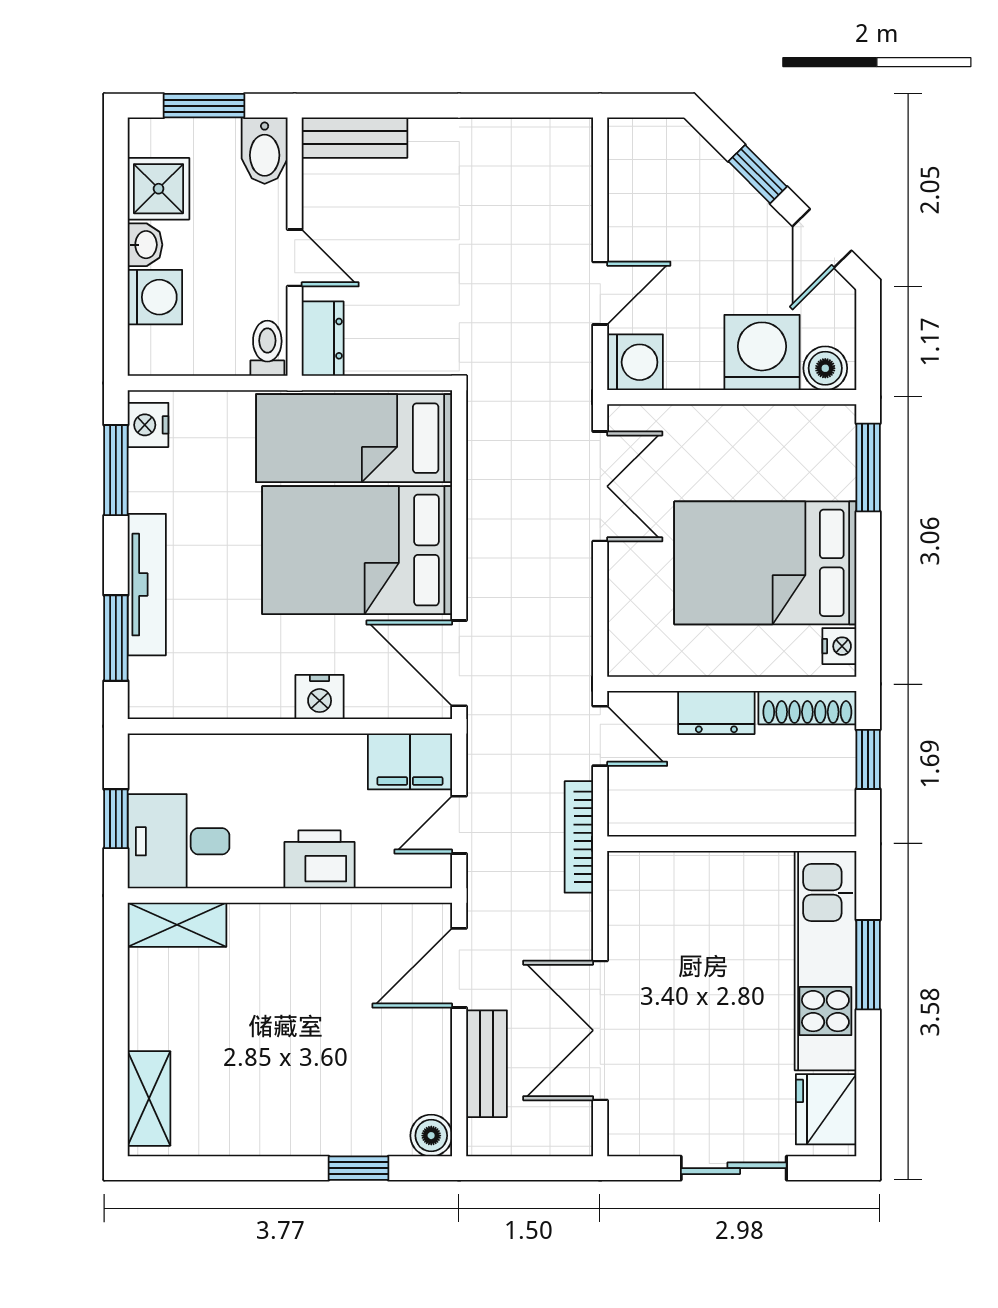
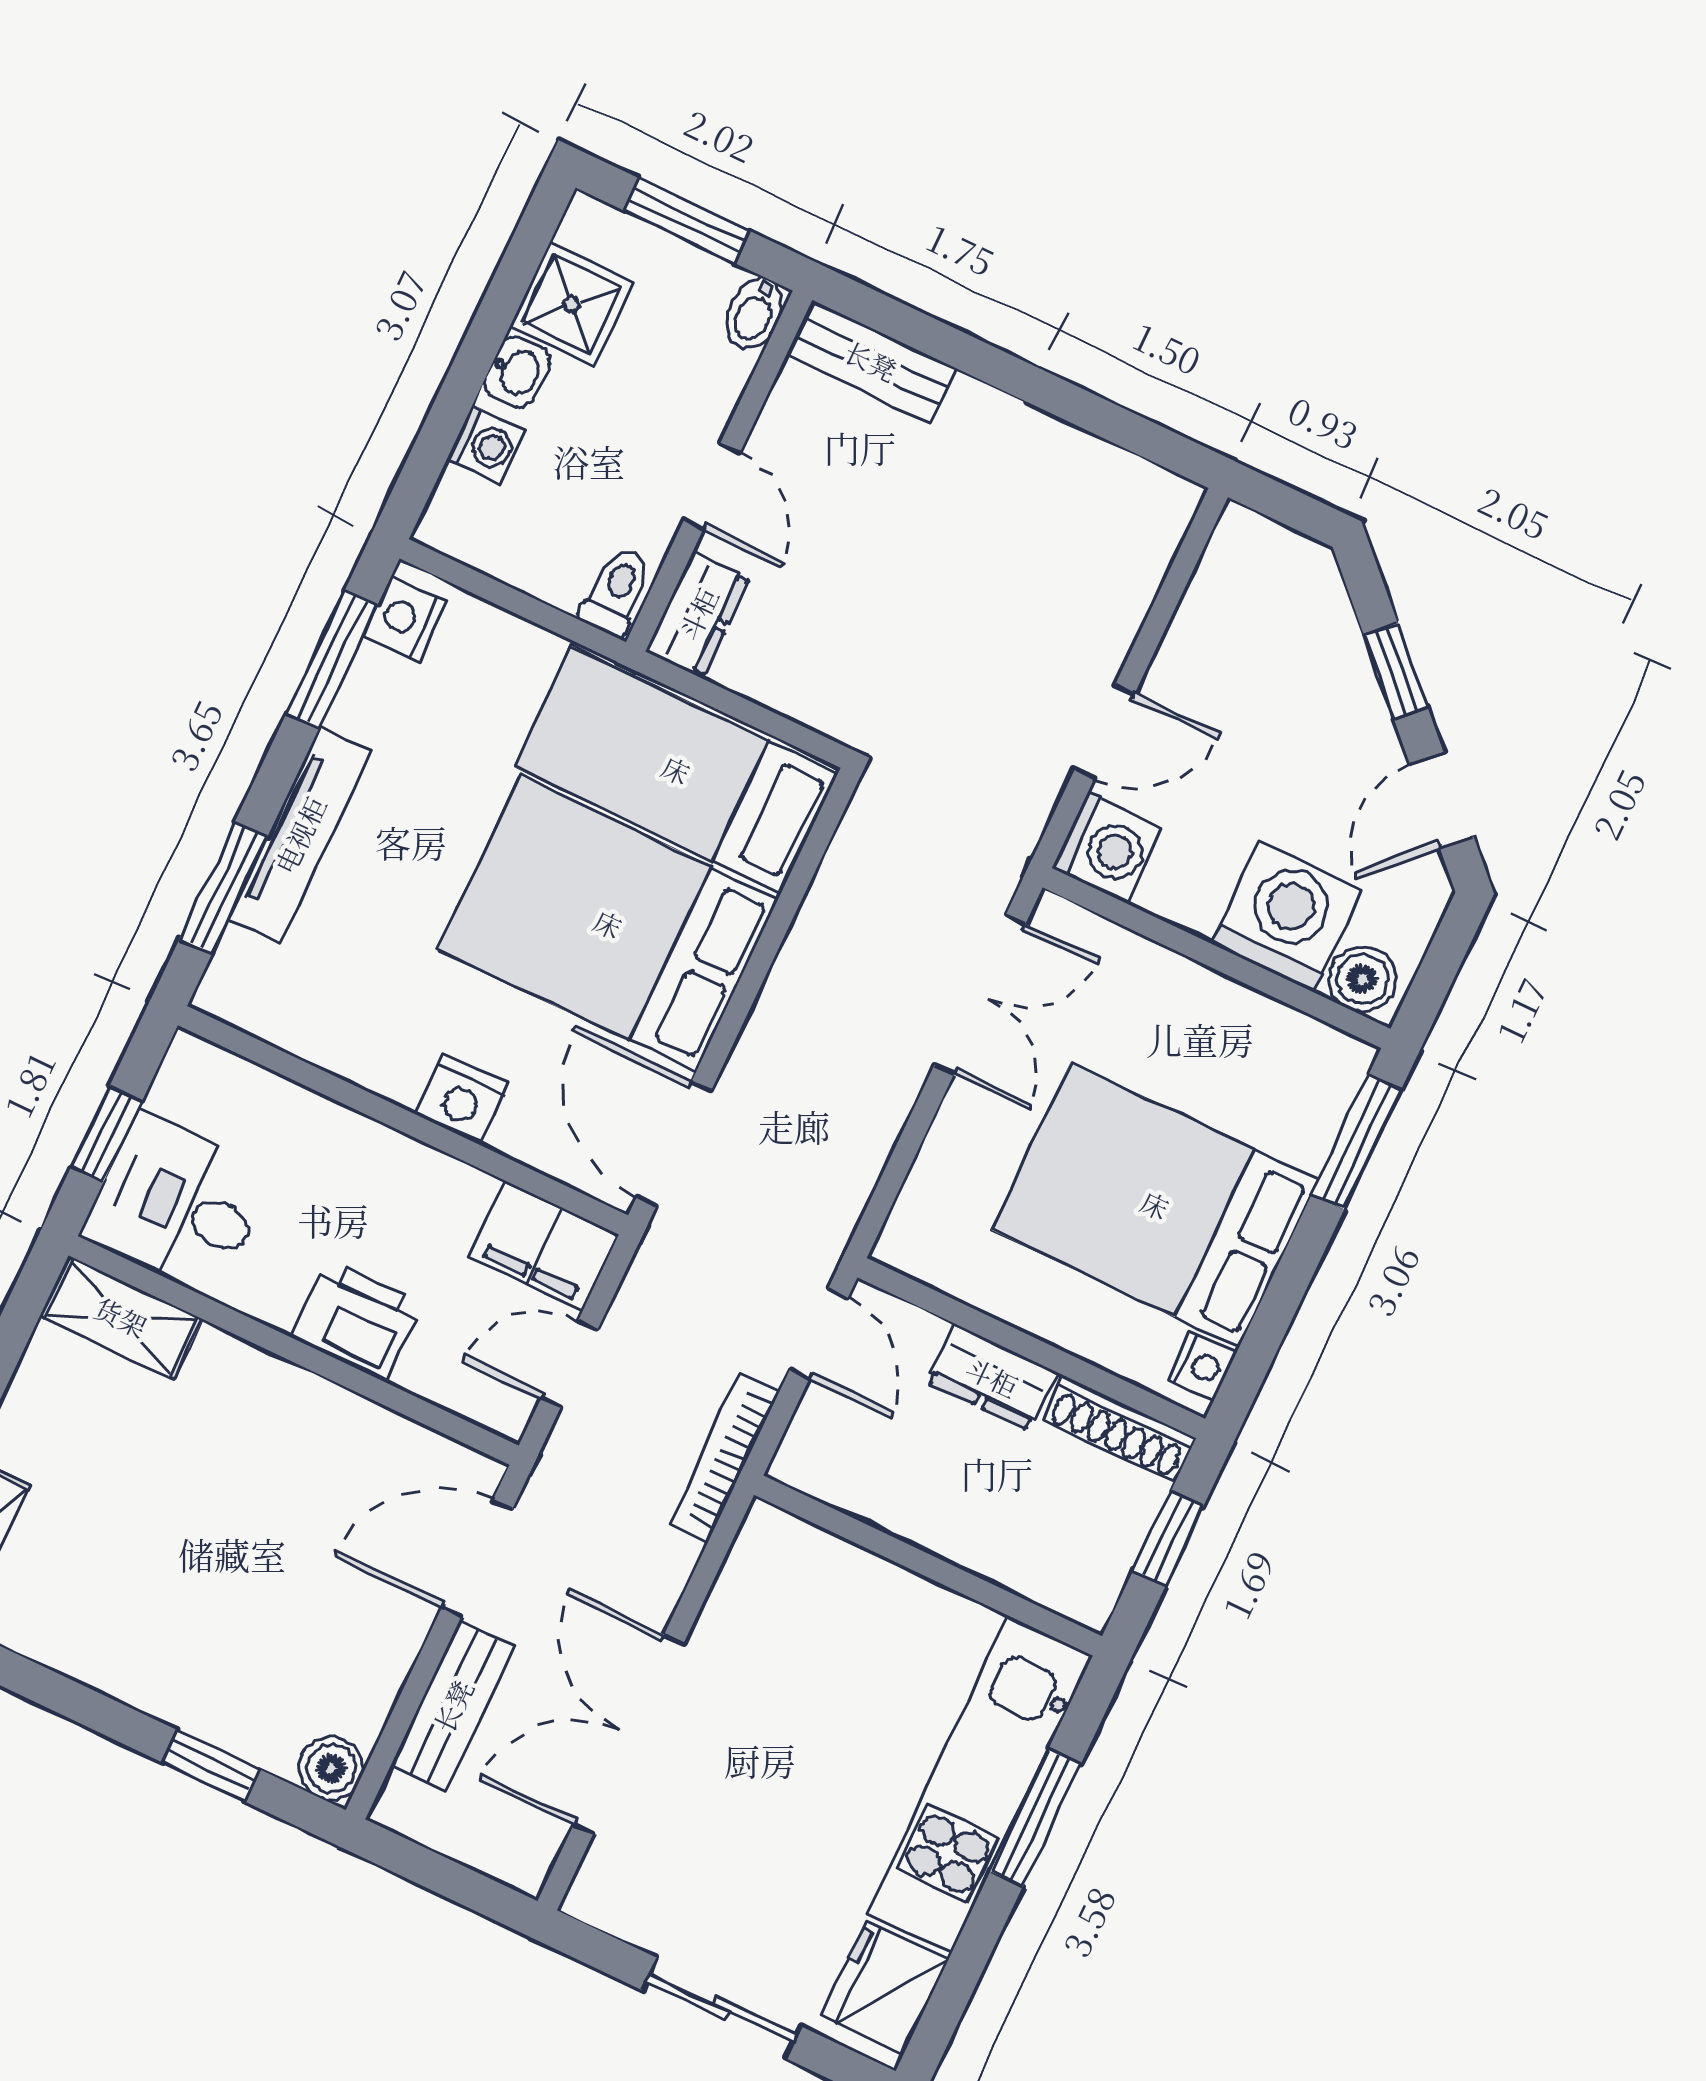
bidet: (265, 151) -> (755, 313), width x0.72, depth x0.74
washing machine: (155, 297) -> (486, 445), width x0.73, depth x0.73

